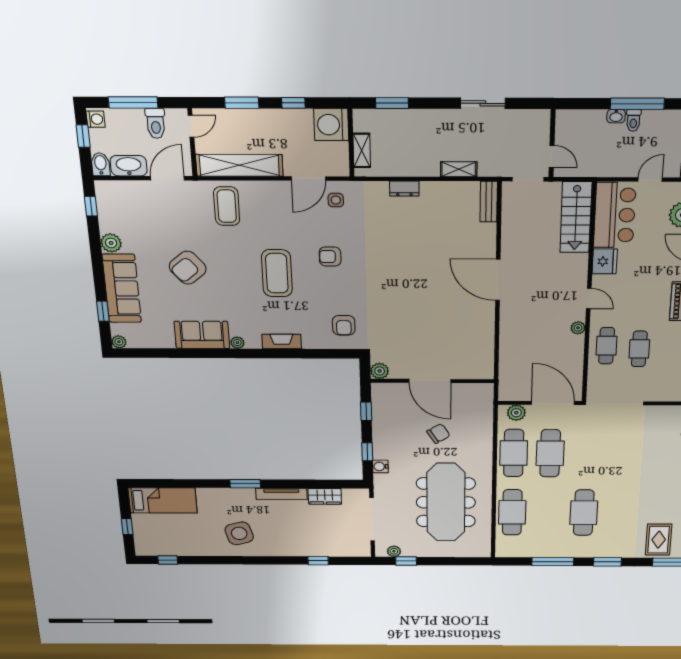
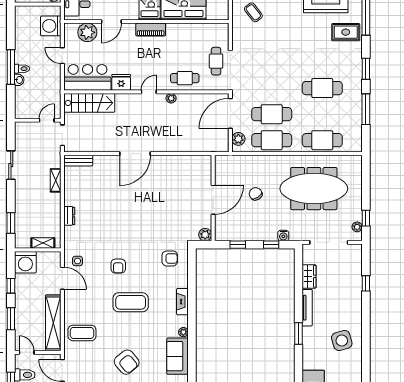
cafe table: (639, 349) -> (216, 61), moved, turned 90

